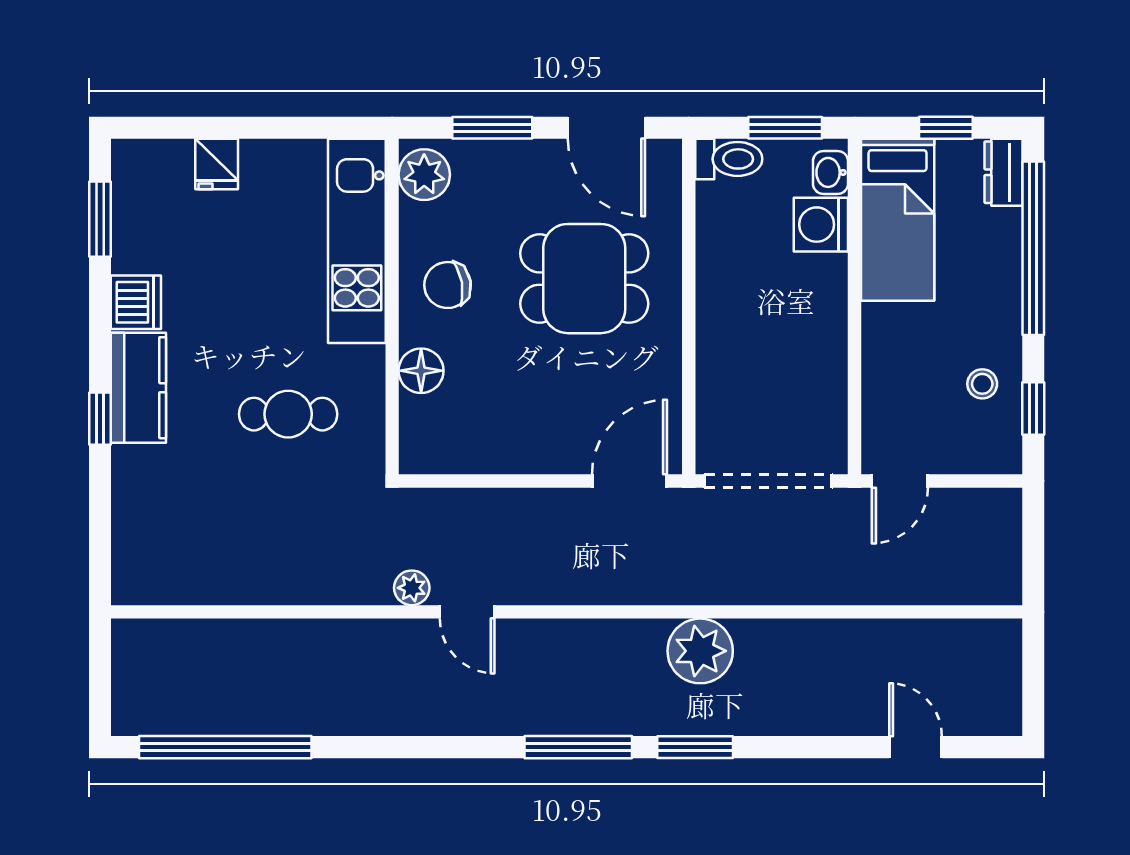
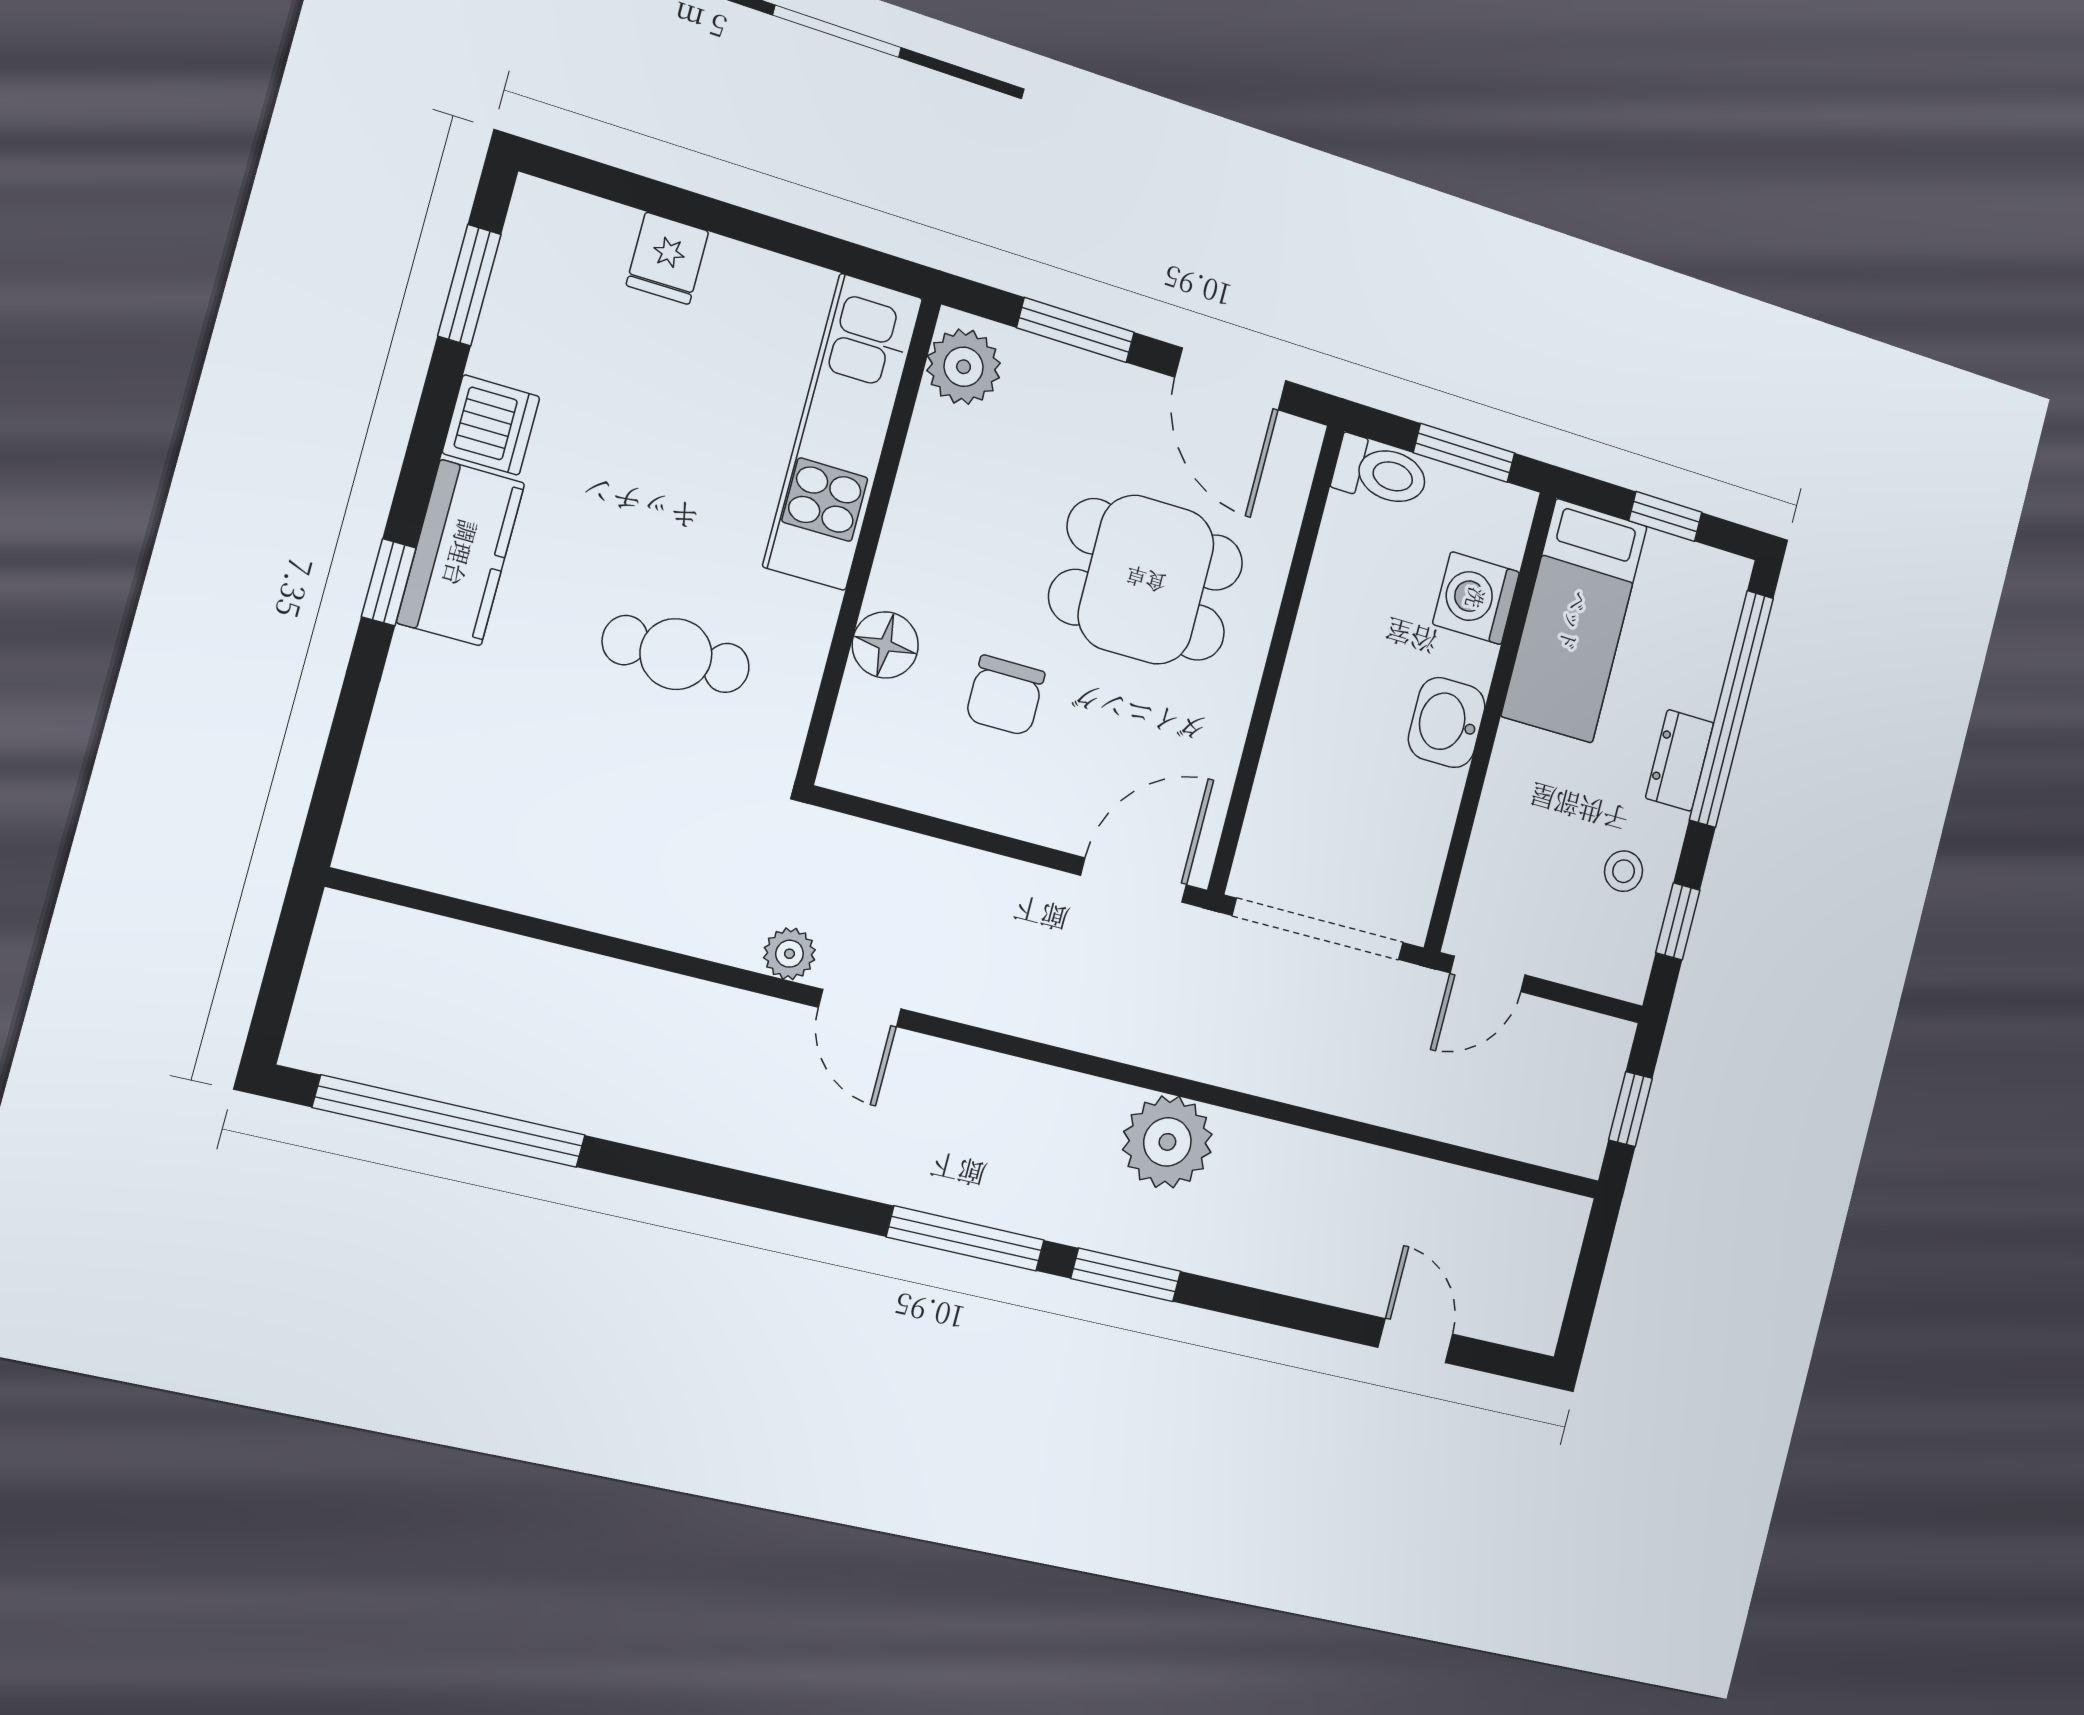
washbasin: (831, 172) -> (1447, 723), moved, width x1.38, depth x1.45
dresser: (1004, 172) -> (1680, 760), moved
chair: (448, 285) -> (1005, 696), moved, turned -80
window: (1033, 549) -> (1631, 1109), added

